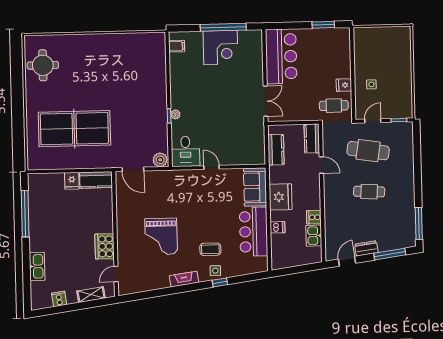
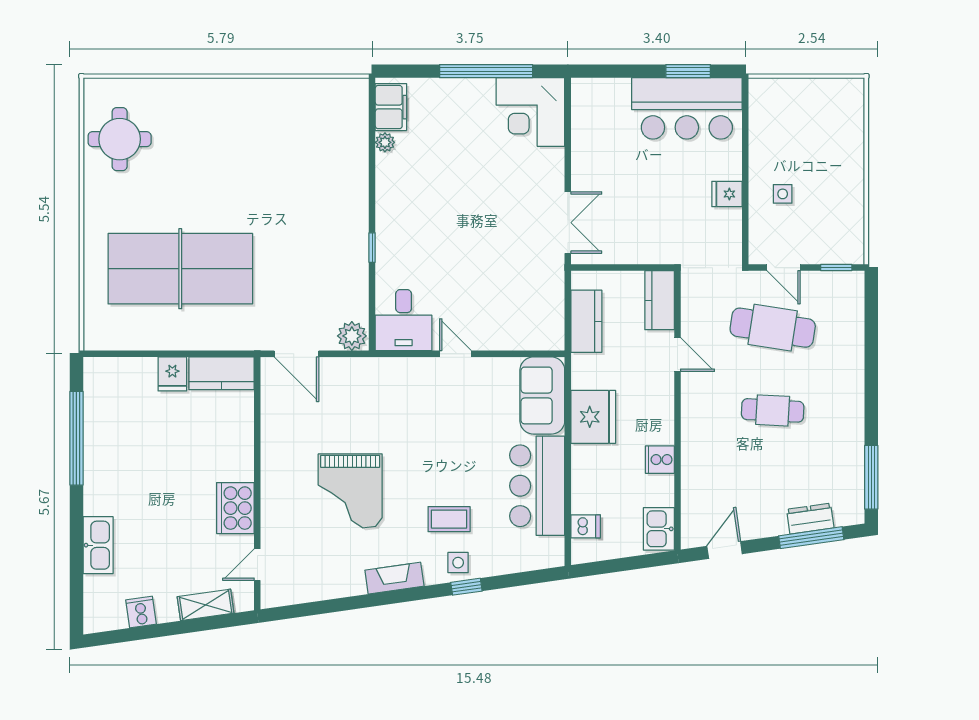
filing cabinet: (177, 46) -> (391, 107), width x2.00
corner desk: (220, 48) -> (530, 112), moved, turned 90
bar counter: (281, 56) -> (687, 108), moved, turned 90
cafe table: (334, 106) -> (706, 235), removed
plant: (175, 114) -> (385, 142), moved
door: (373, 121) -> (784, 268), swing flipped
dishwasher: (277, 227) -> (586, 526), moved
kitchen sink: (314, 236) -> (659, 529), moved
dresser: (366, 248) -> (810, 519), moved

